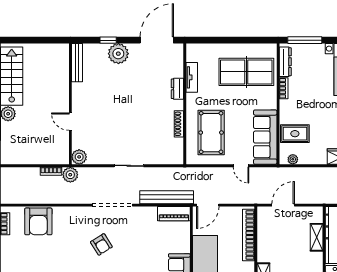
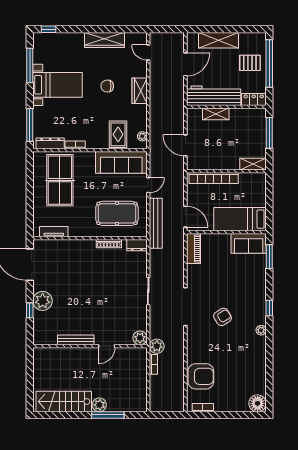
bench: (77, 63) -> (76, 340), moved
tv unit: (192, 77) -> (54, 232), moved
dresser: (177, 89) -> (137, 245), moved
bench: (167, 197) -> (156, 223), moved

